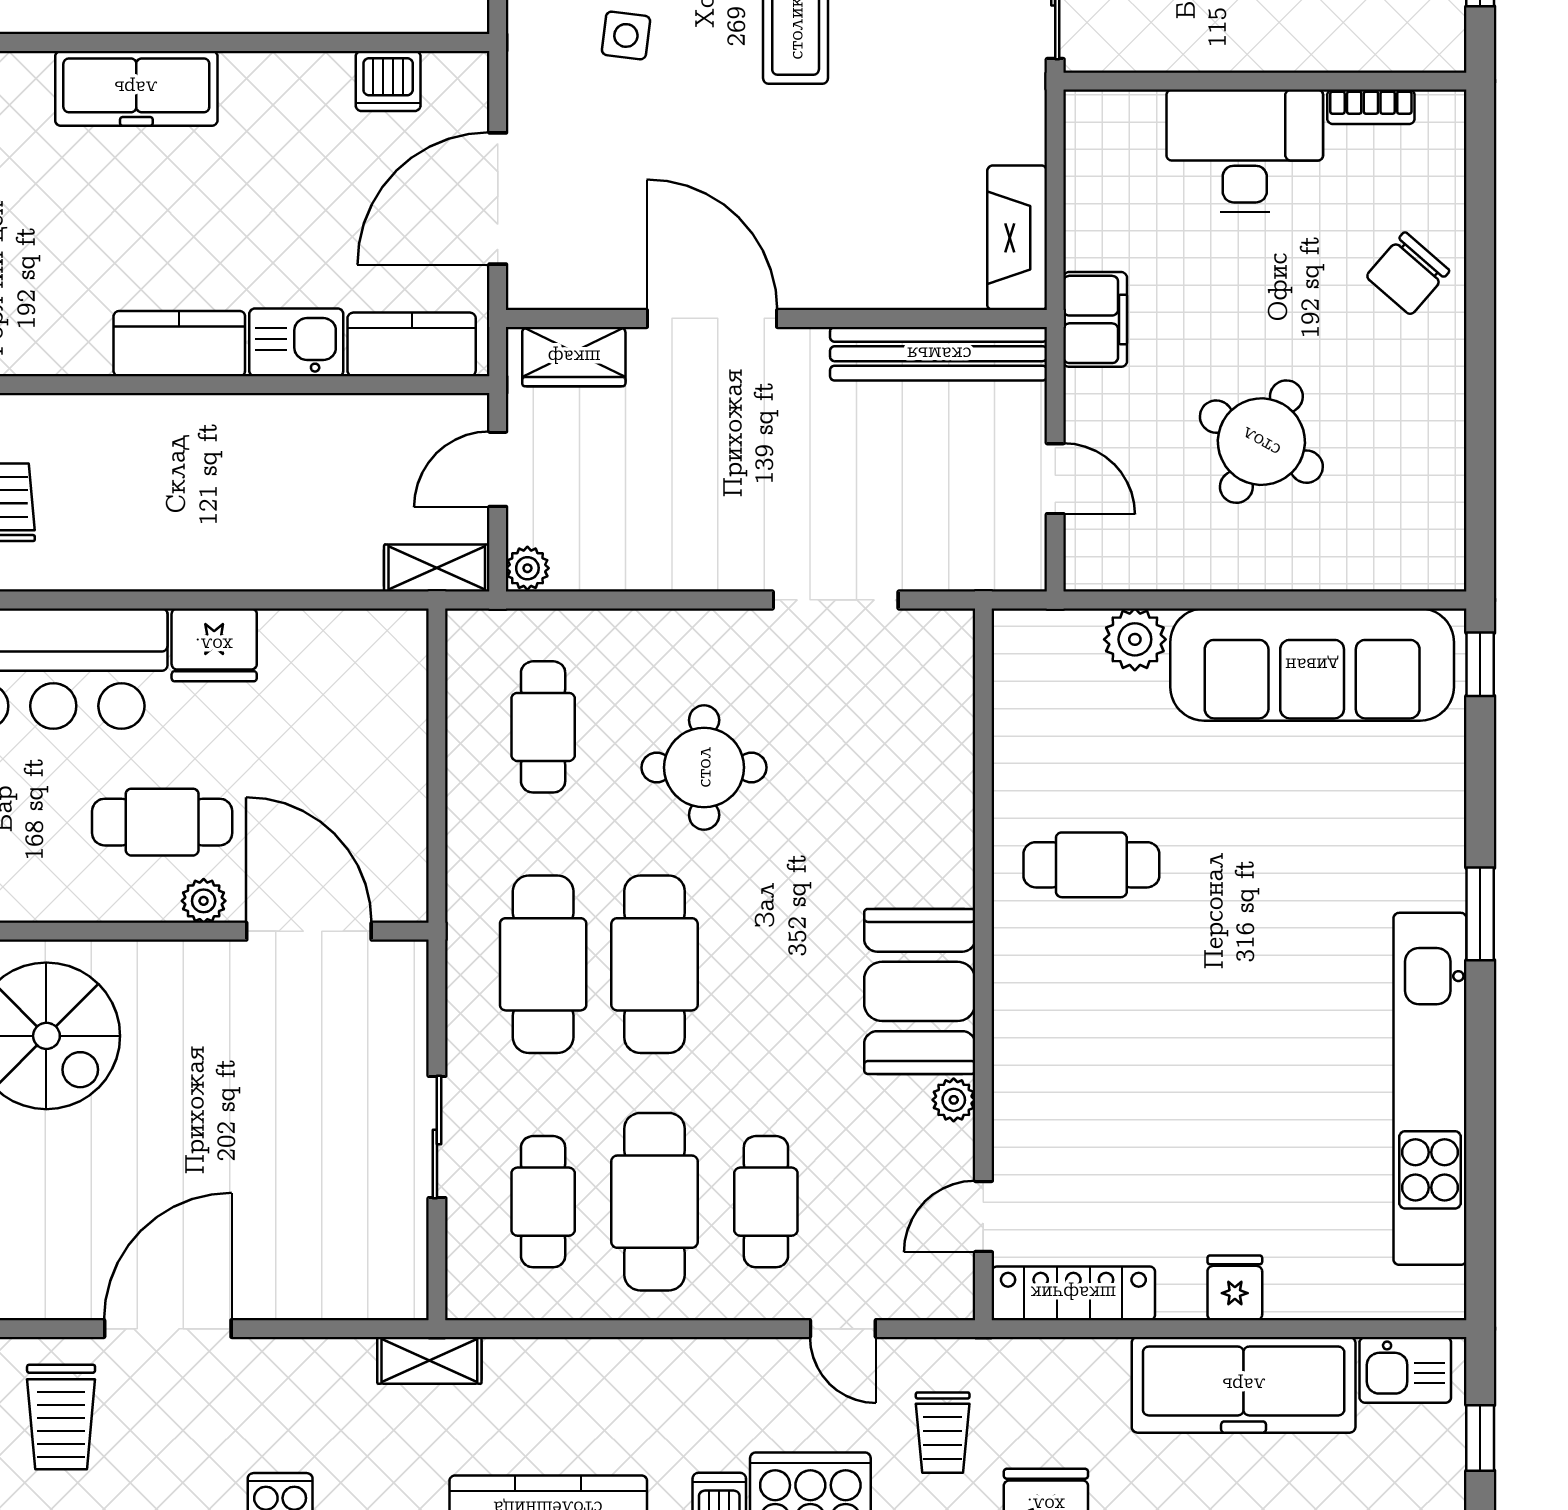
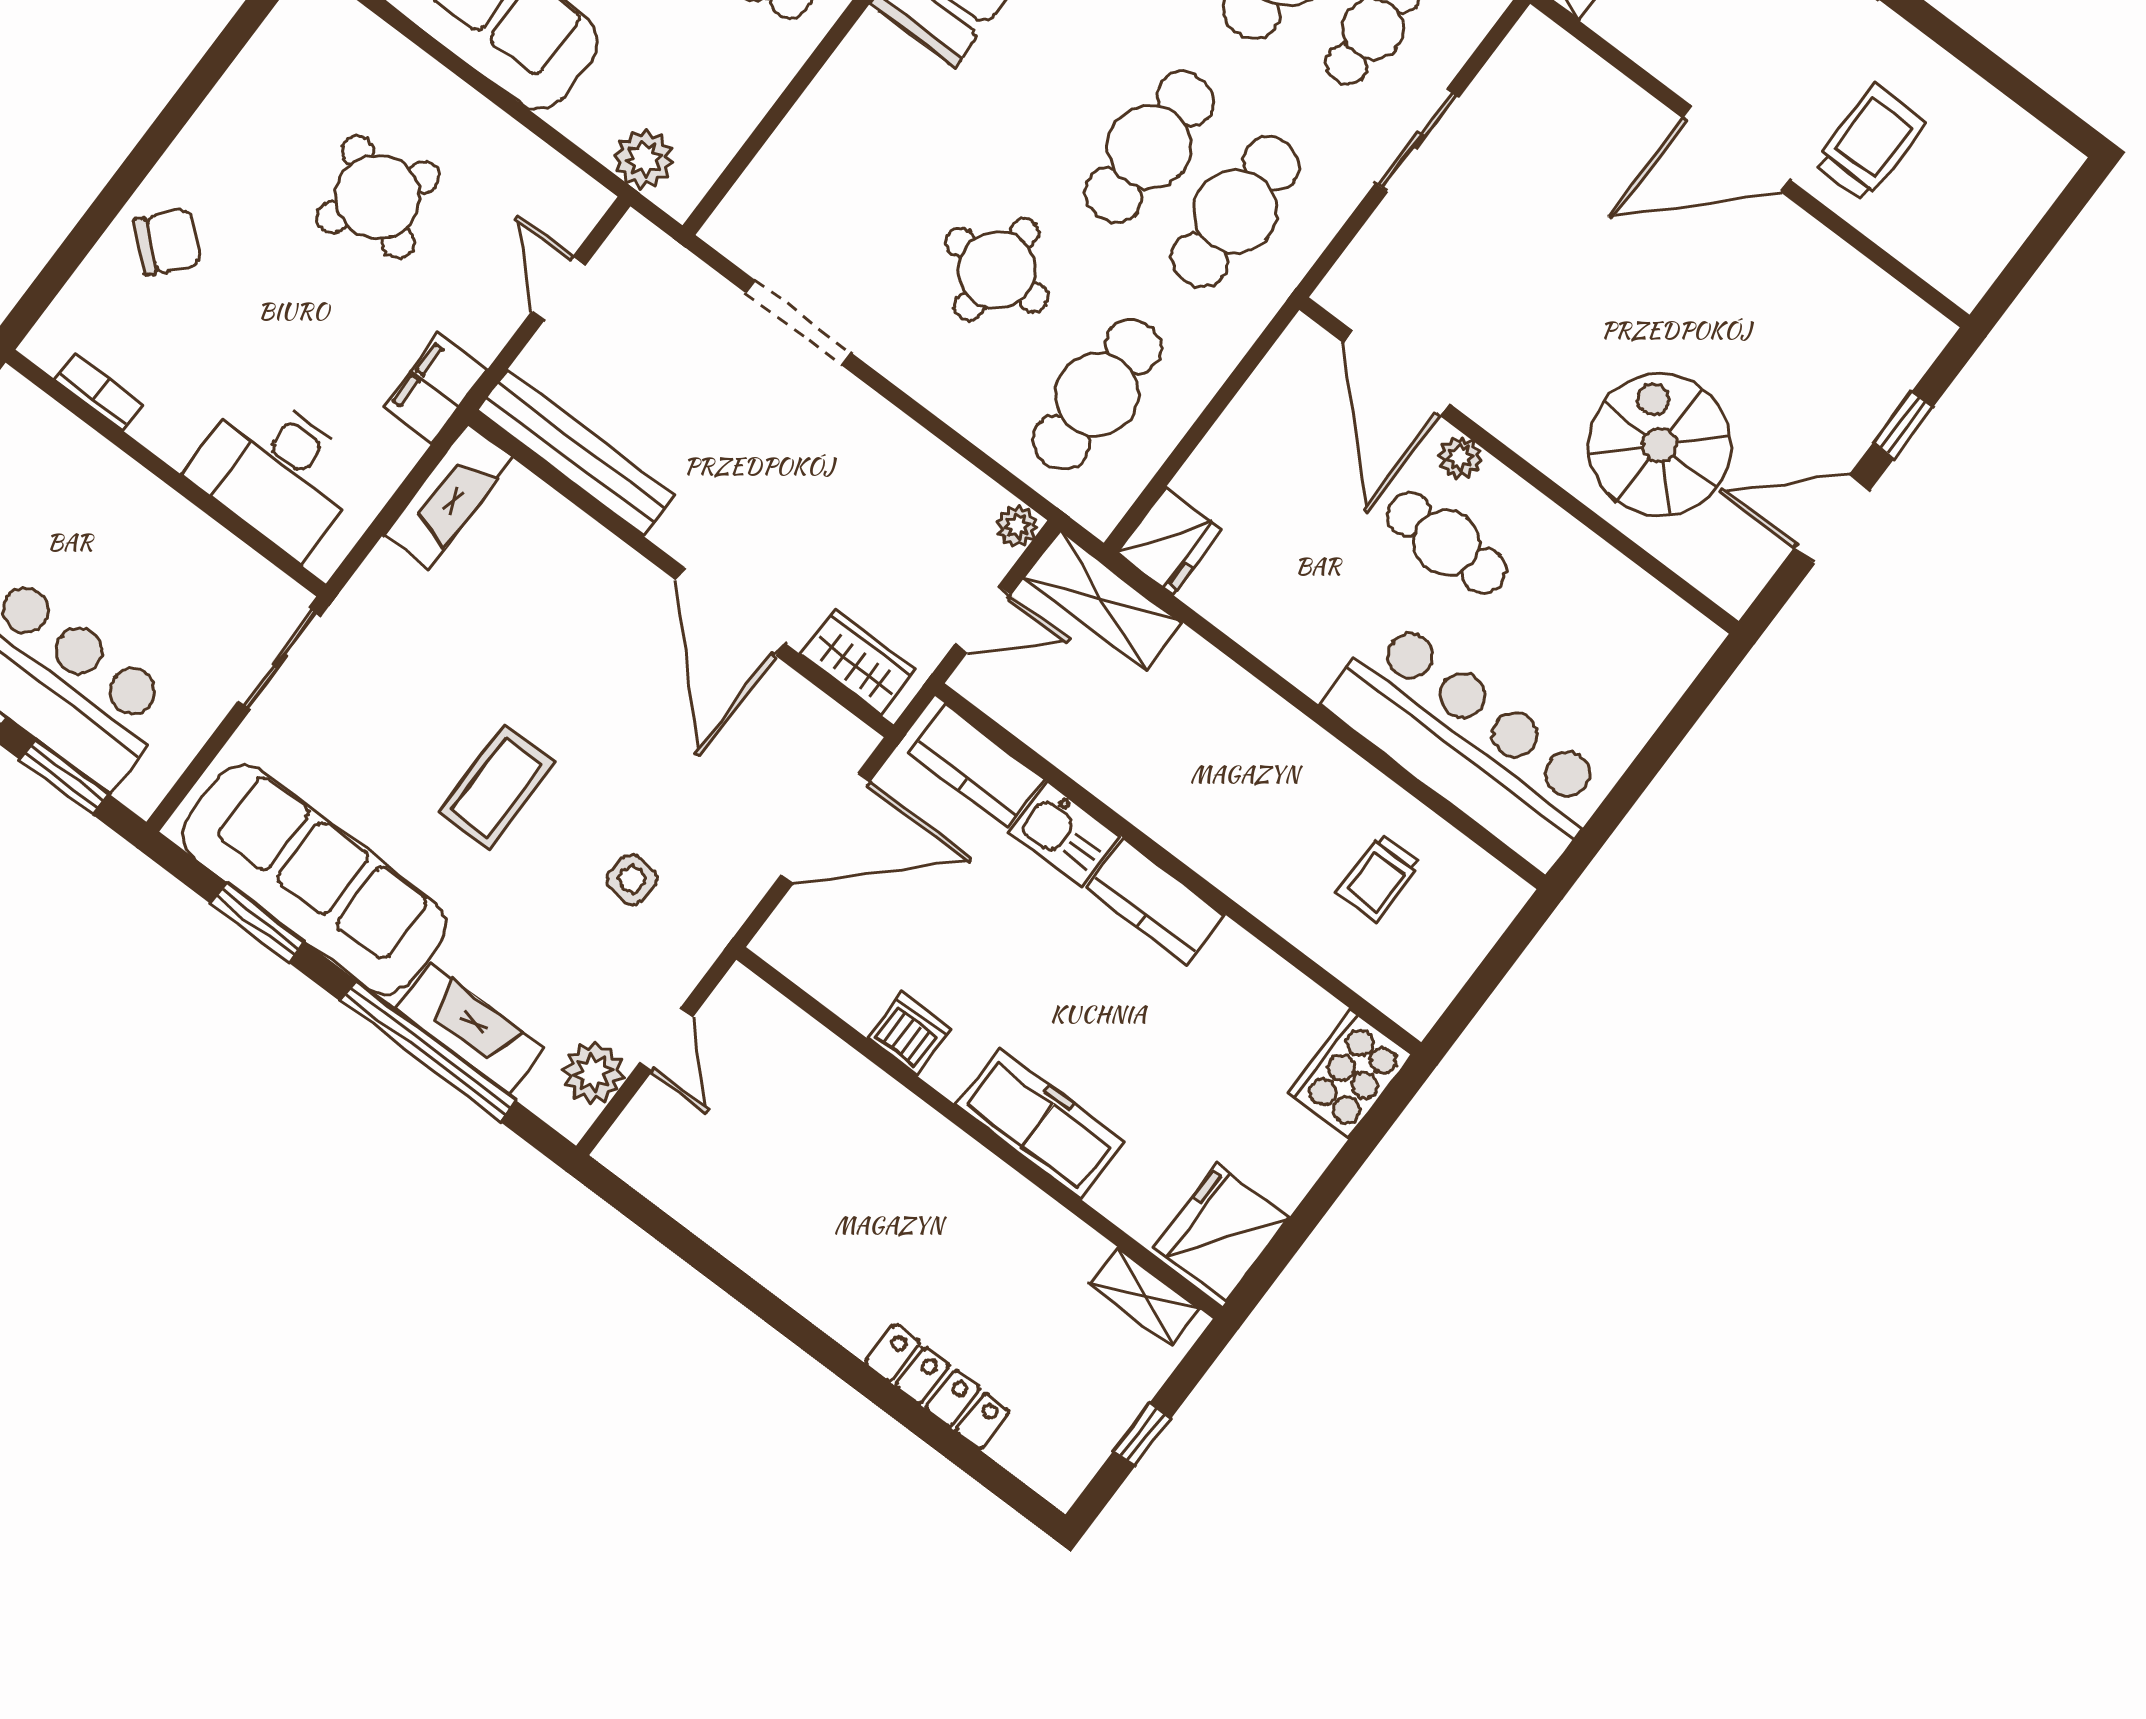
dishwasher: (388, 81) -> (909, 1034), moved
desk: (1245, 151) -> (277, 472), moved
shelving: (437, 568) -> (1103, 600), width x1.50, depth x1.33
plant: (1135, 639) -> (644, 159), moved
fridge: (214, 645) -> (1169, 541), moved, turned 90
cafe table: (543, 727) -> (1097, 395), width x1.37, depth x1.35

